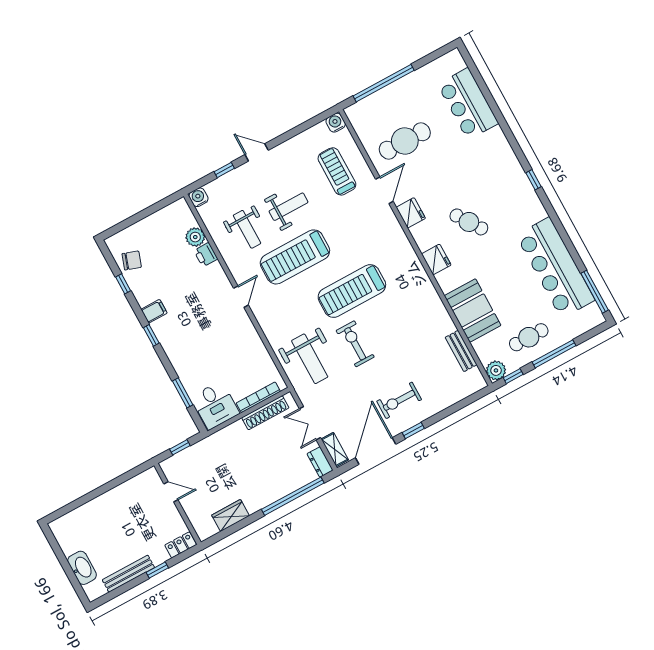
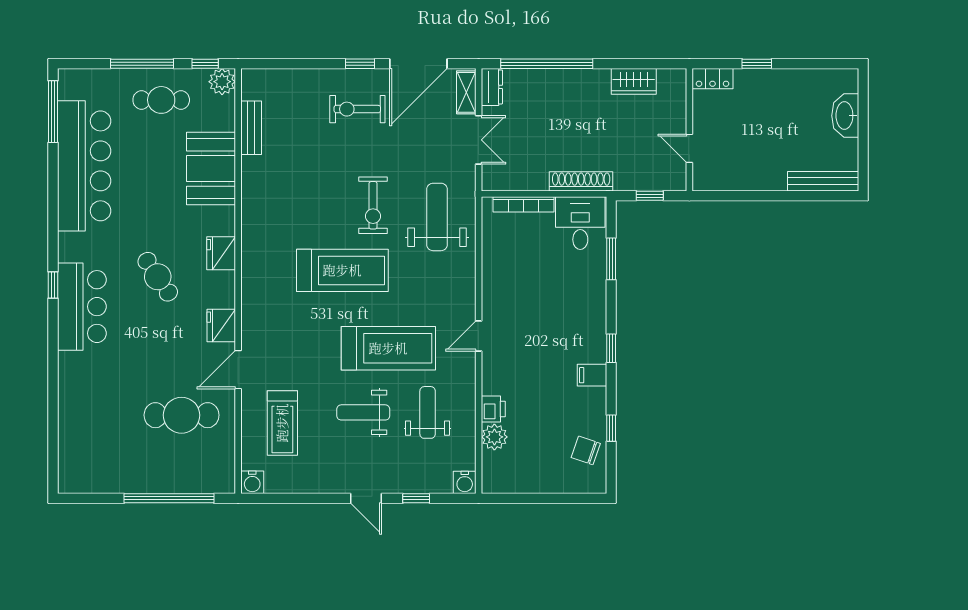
bar counter: (468, 104) -> (82, 307), moved
exercise bike: (399, 400) -> (357, 109), turned 180
shoe rack: (265, 413) -> (581, 181), moved
bench: (128, 574) -> (823, 181), moved

